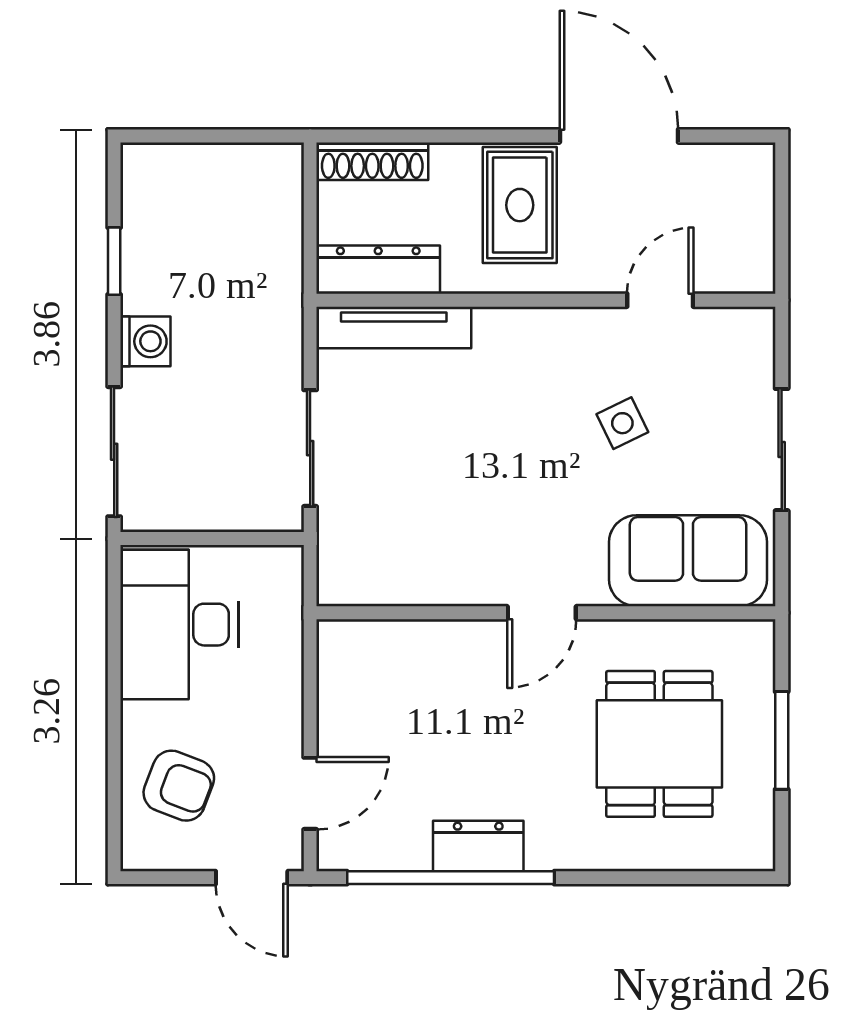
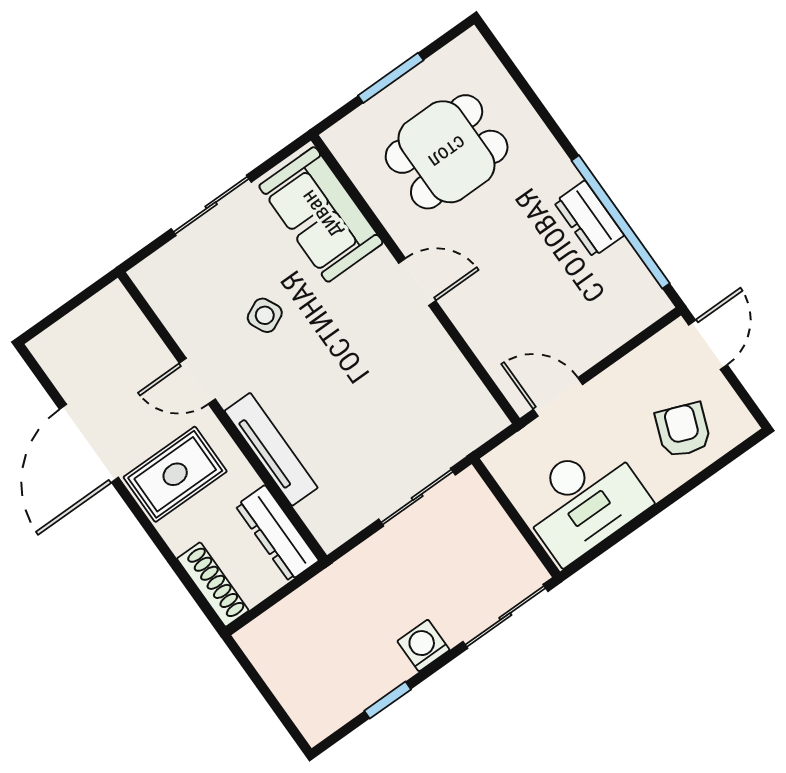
door: (660, 300) -> (197, 381), moved
tv unit: (394, 327) -> (271, 449), moved
door: (310, 793) -> (558, 397), moved

